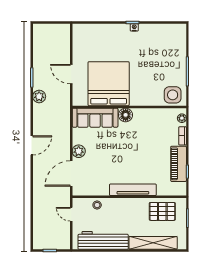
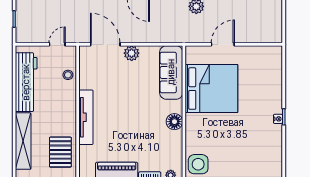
floor lamp: (126, 115) -> (174, 122), moved

